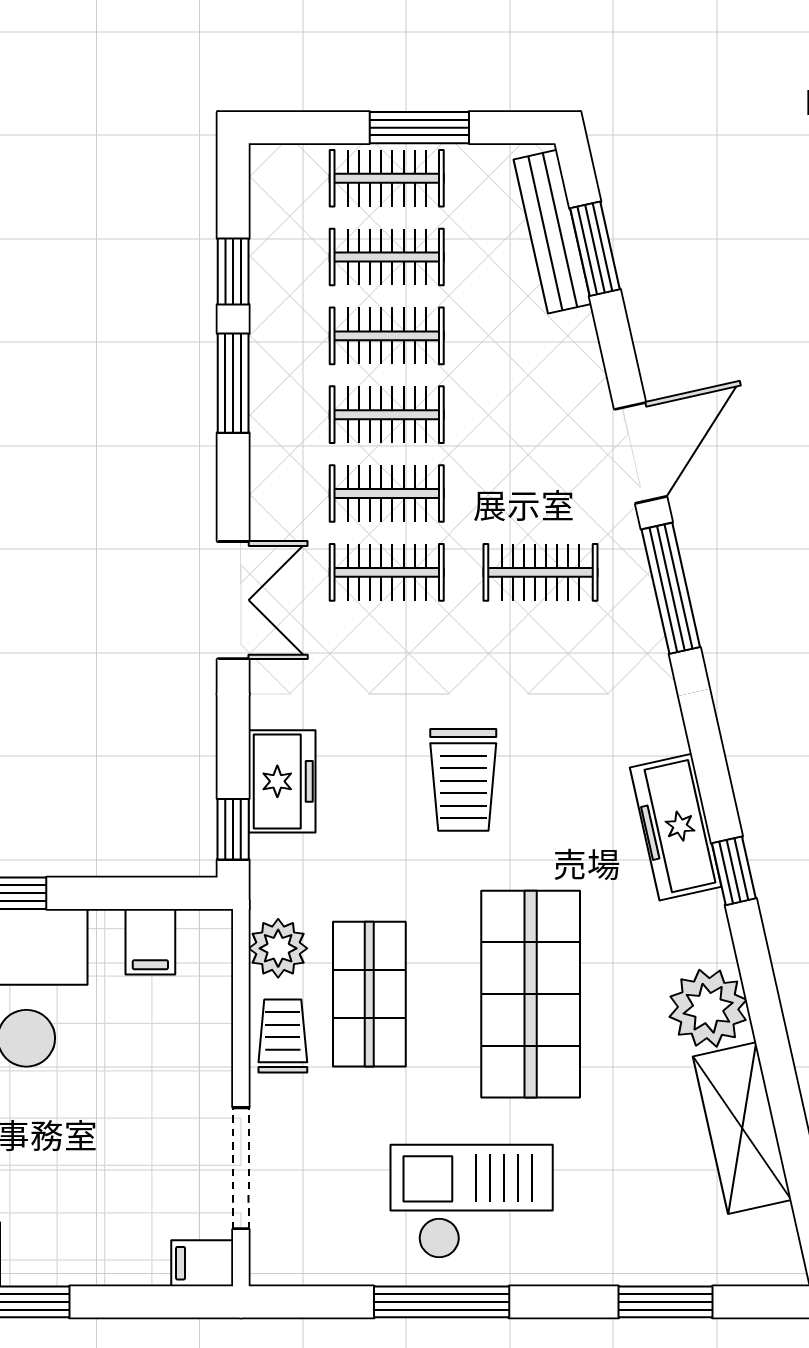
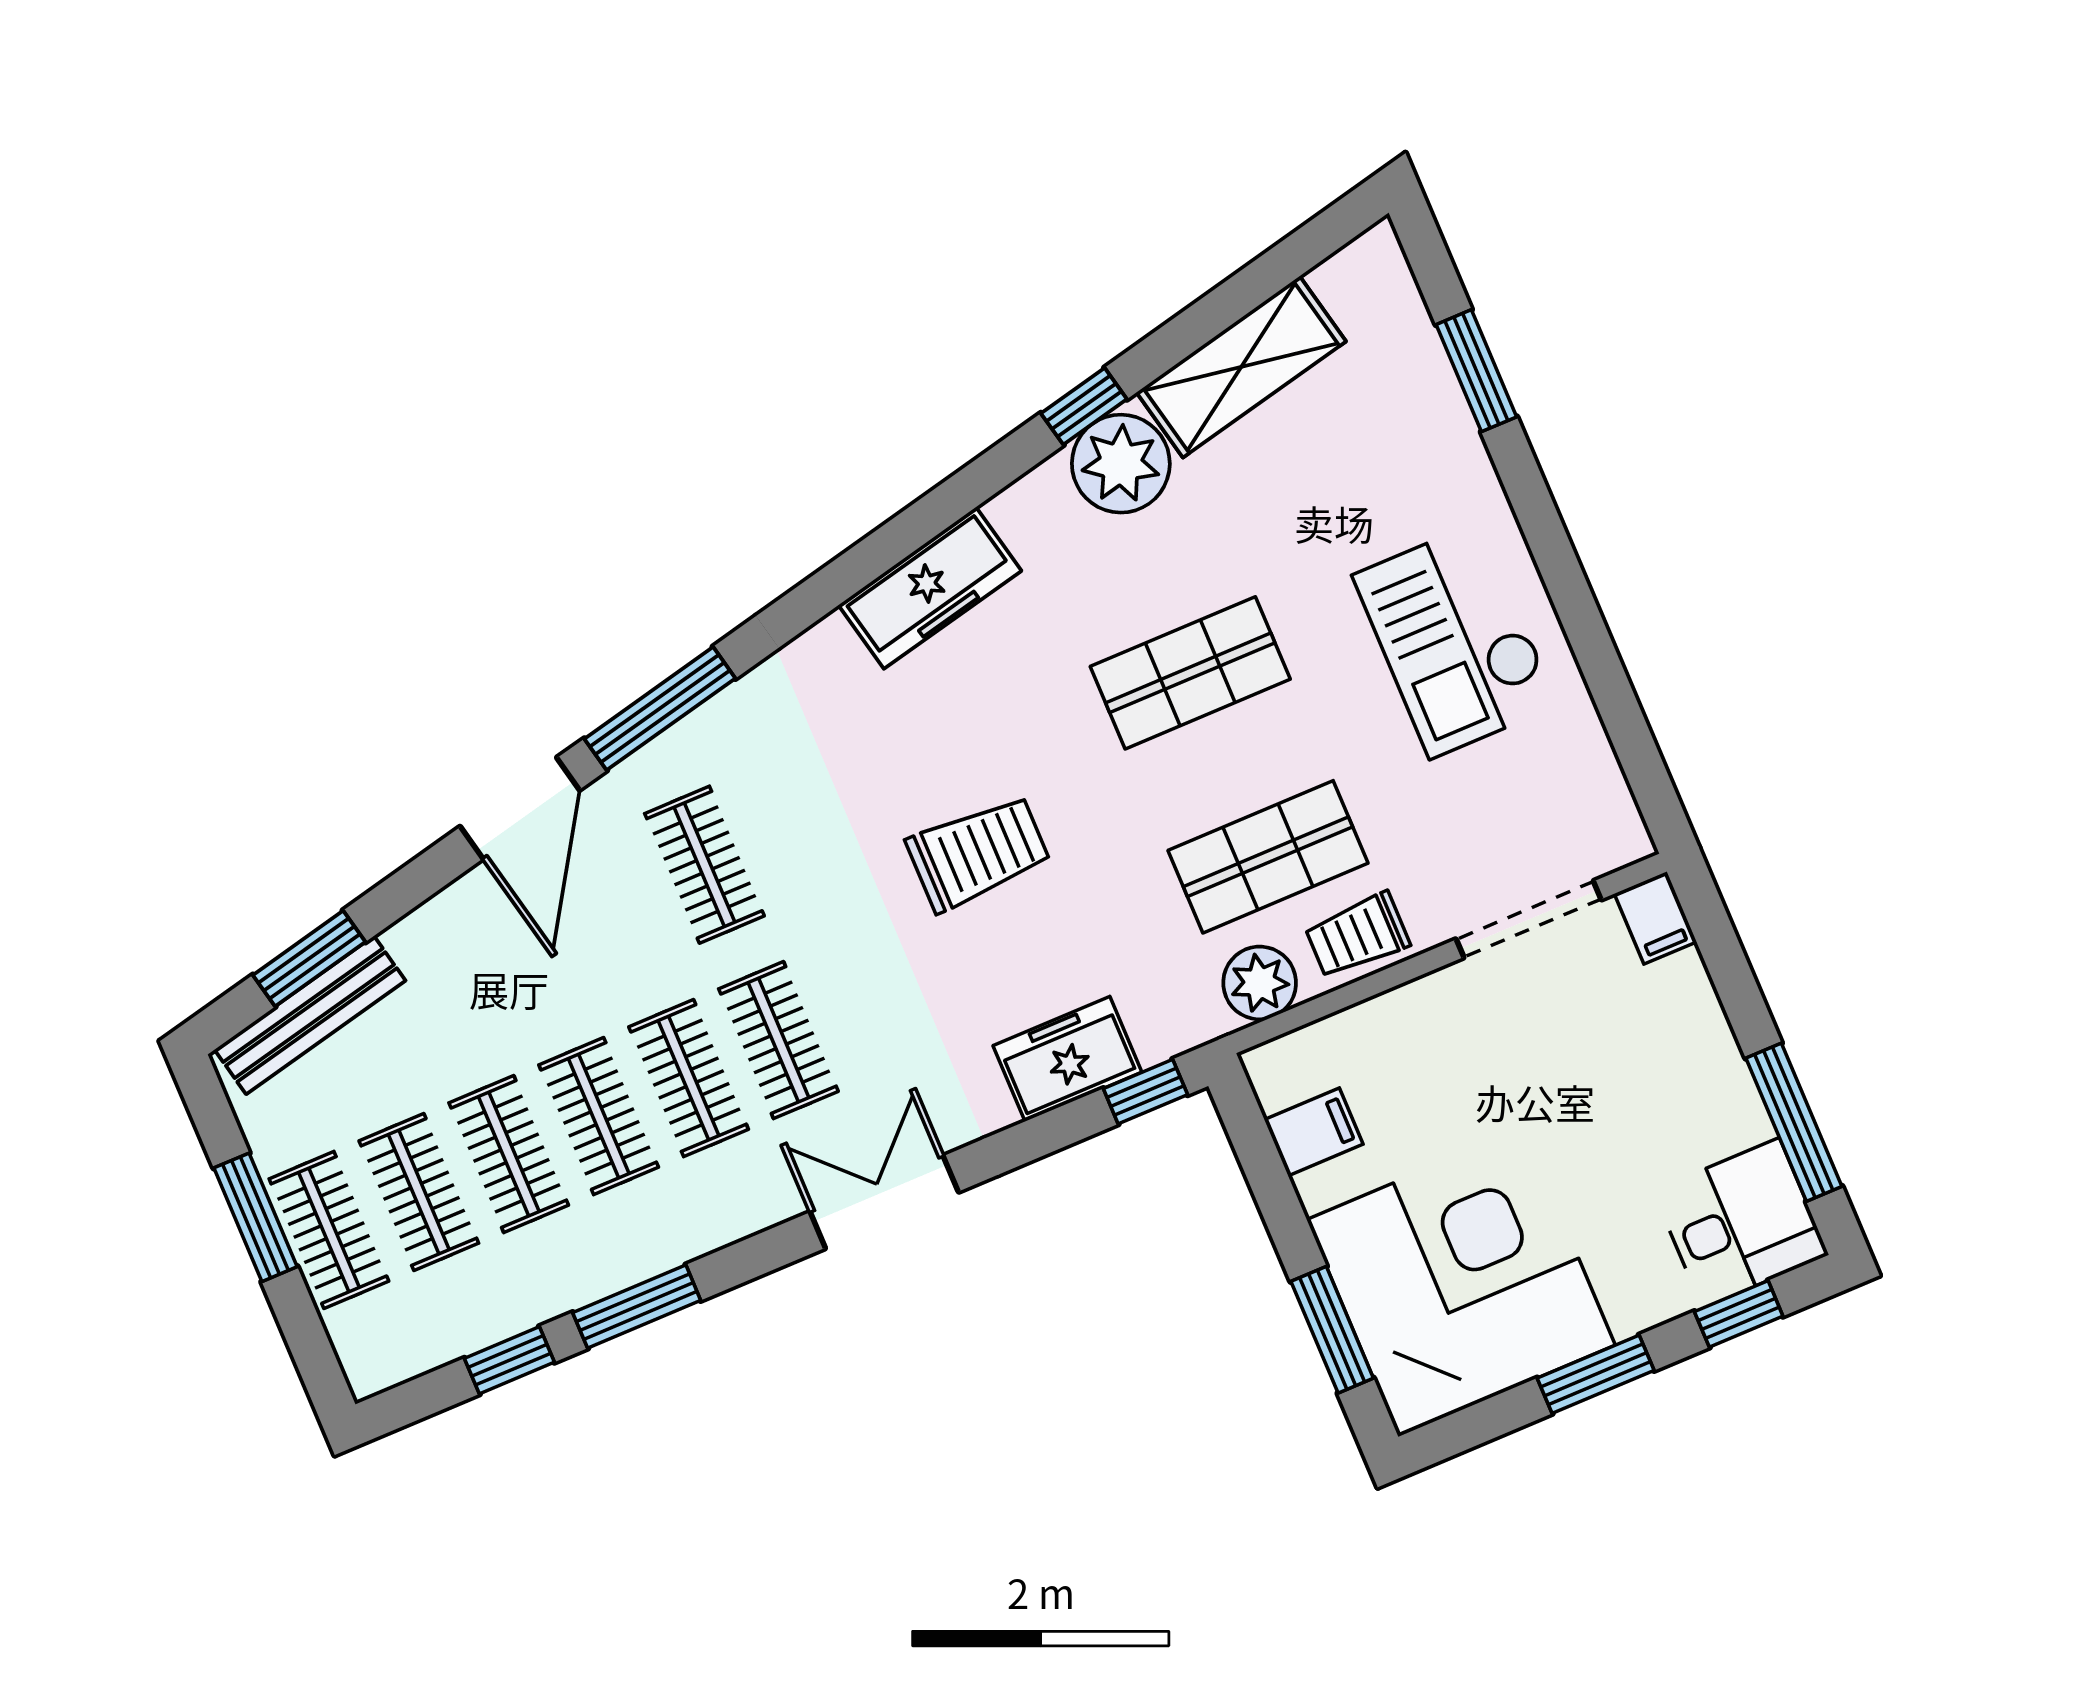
door: (641, 453) -> (520, 808), swing flipped
window: (734, 871) -> (1084, 406), moved
shop shelf: (531, 994) -> (1190, 673), width x0.70, depth x0.74
window: (442, 1302) -> (1584, 626), removed

